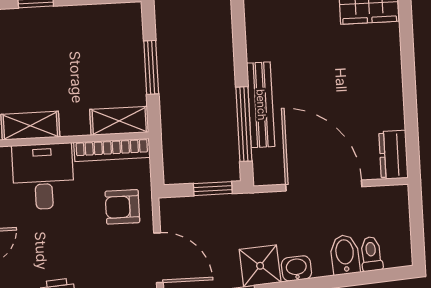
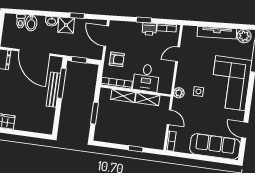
shelving: (119, 121) -> (123, 96), moved

